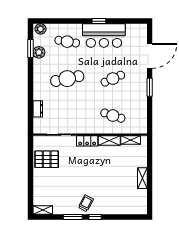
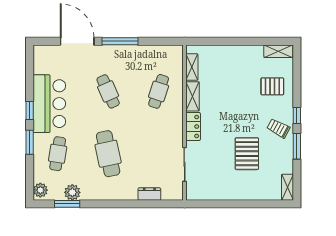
window: (76, 21) -> (30, 142), added
window: (150, 87) -> (120, 41), width x1.44
pallet: (47, 159) -> (247, 154), moved
shelving: (142, 178) -> (278, 51), moved
pallet: (117, 199) -> (272, 86), added

